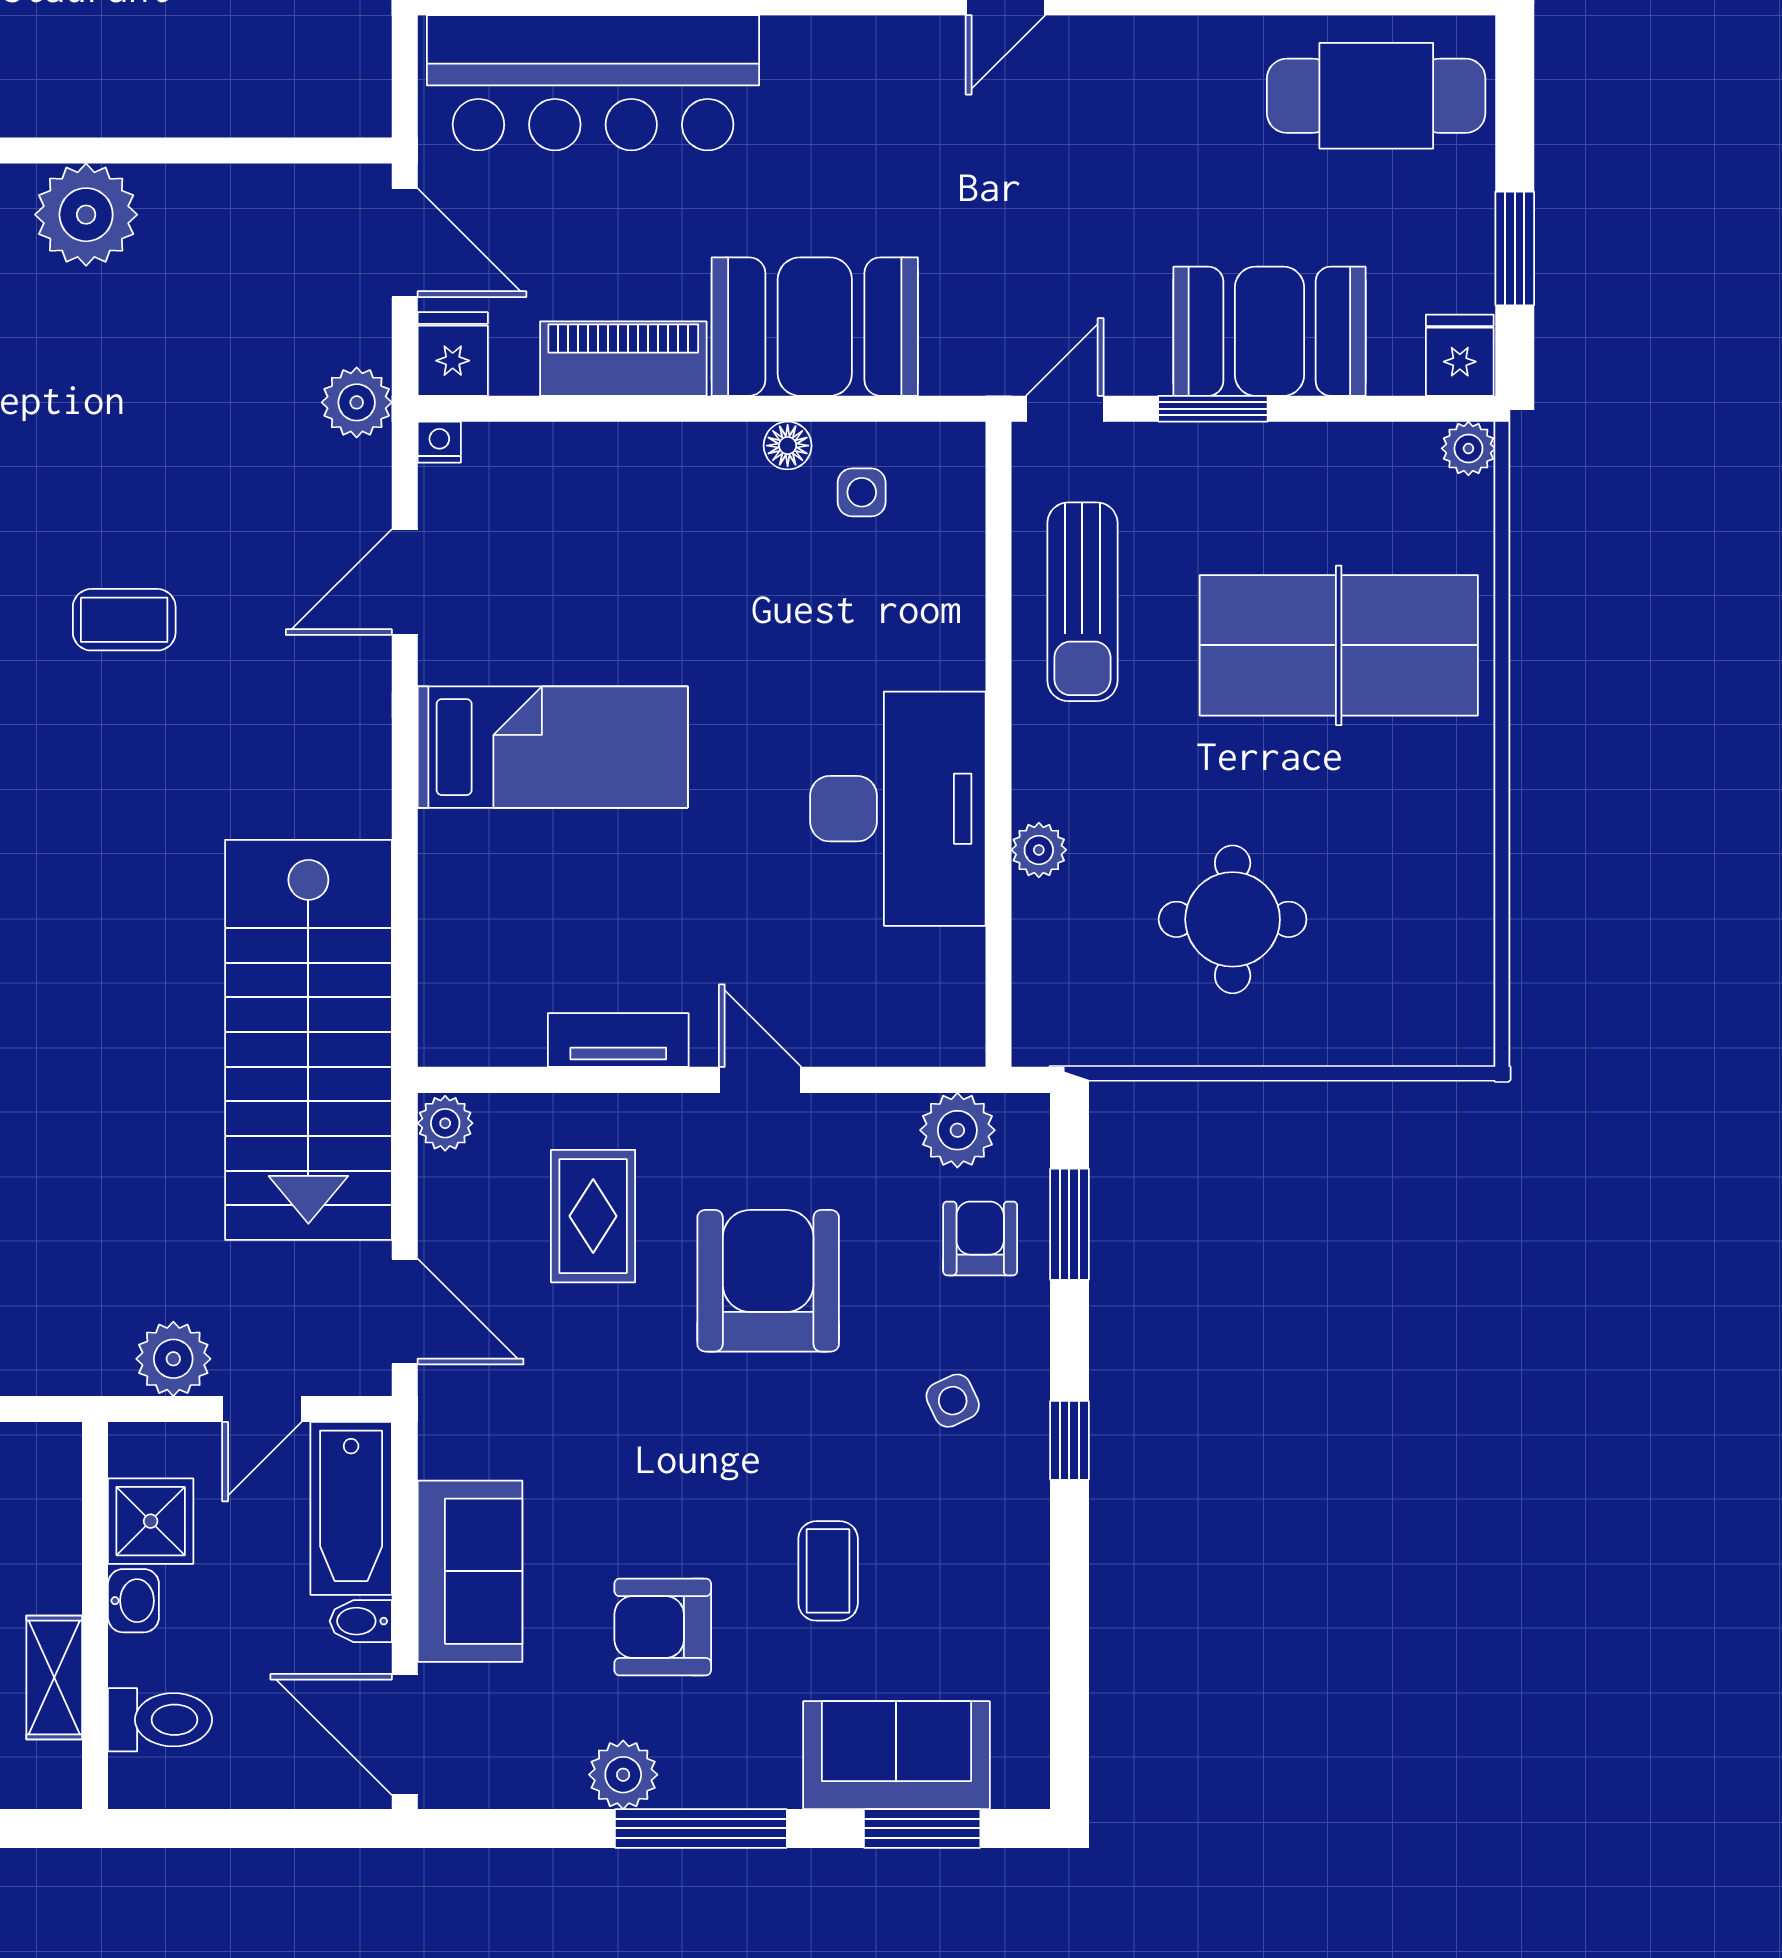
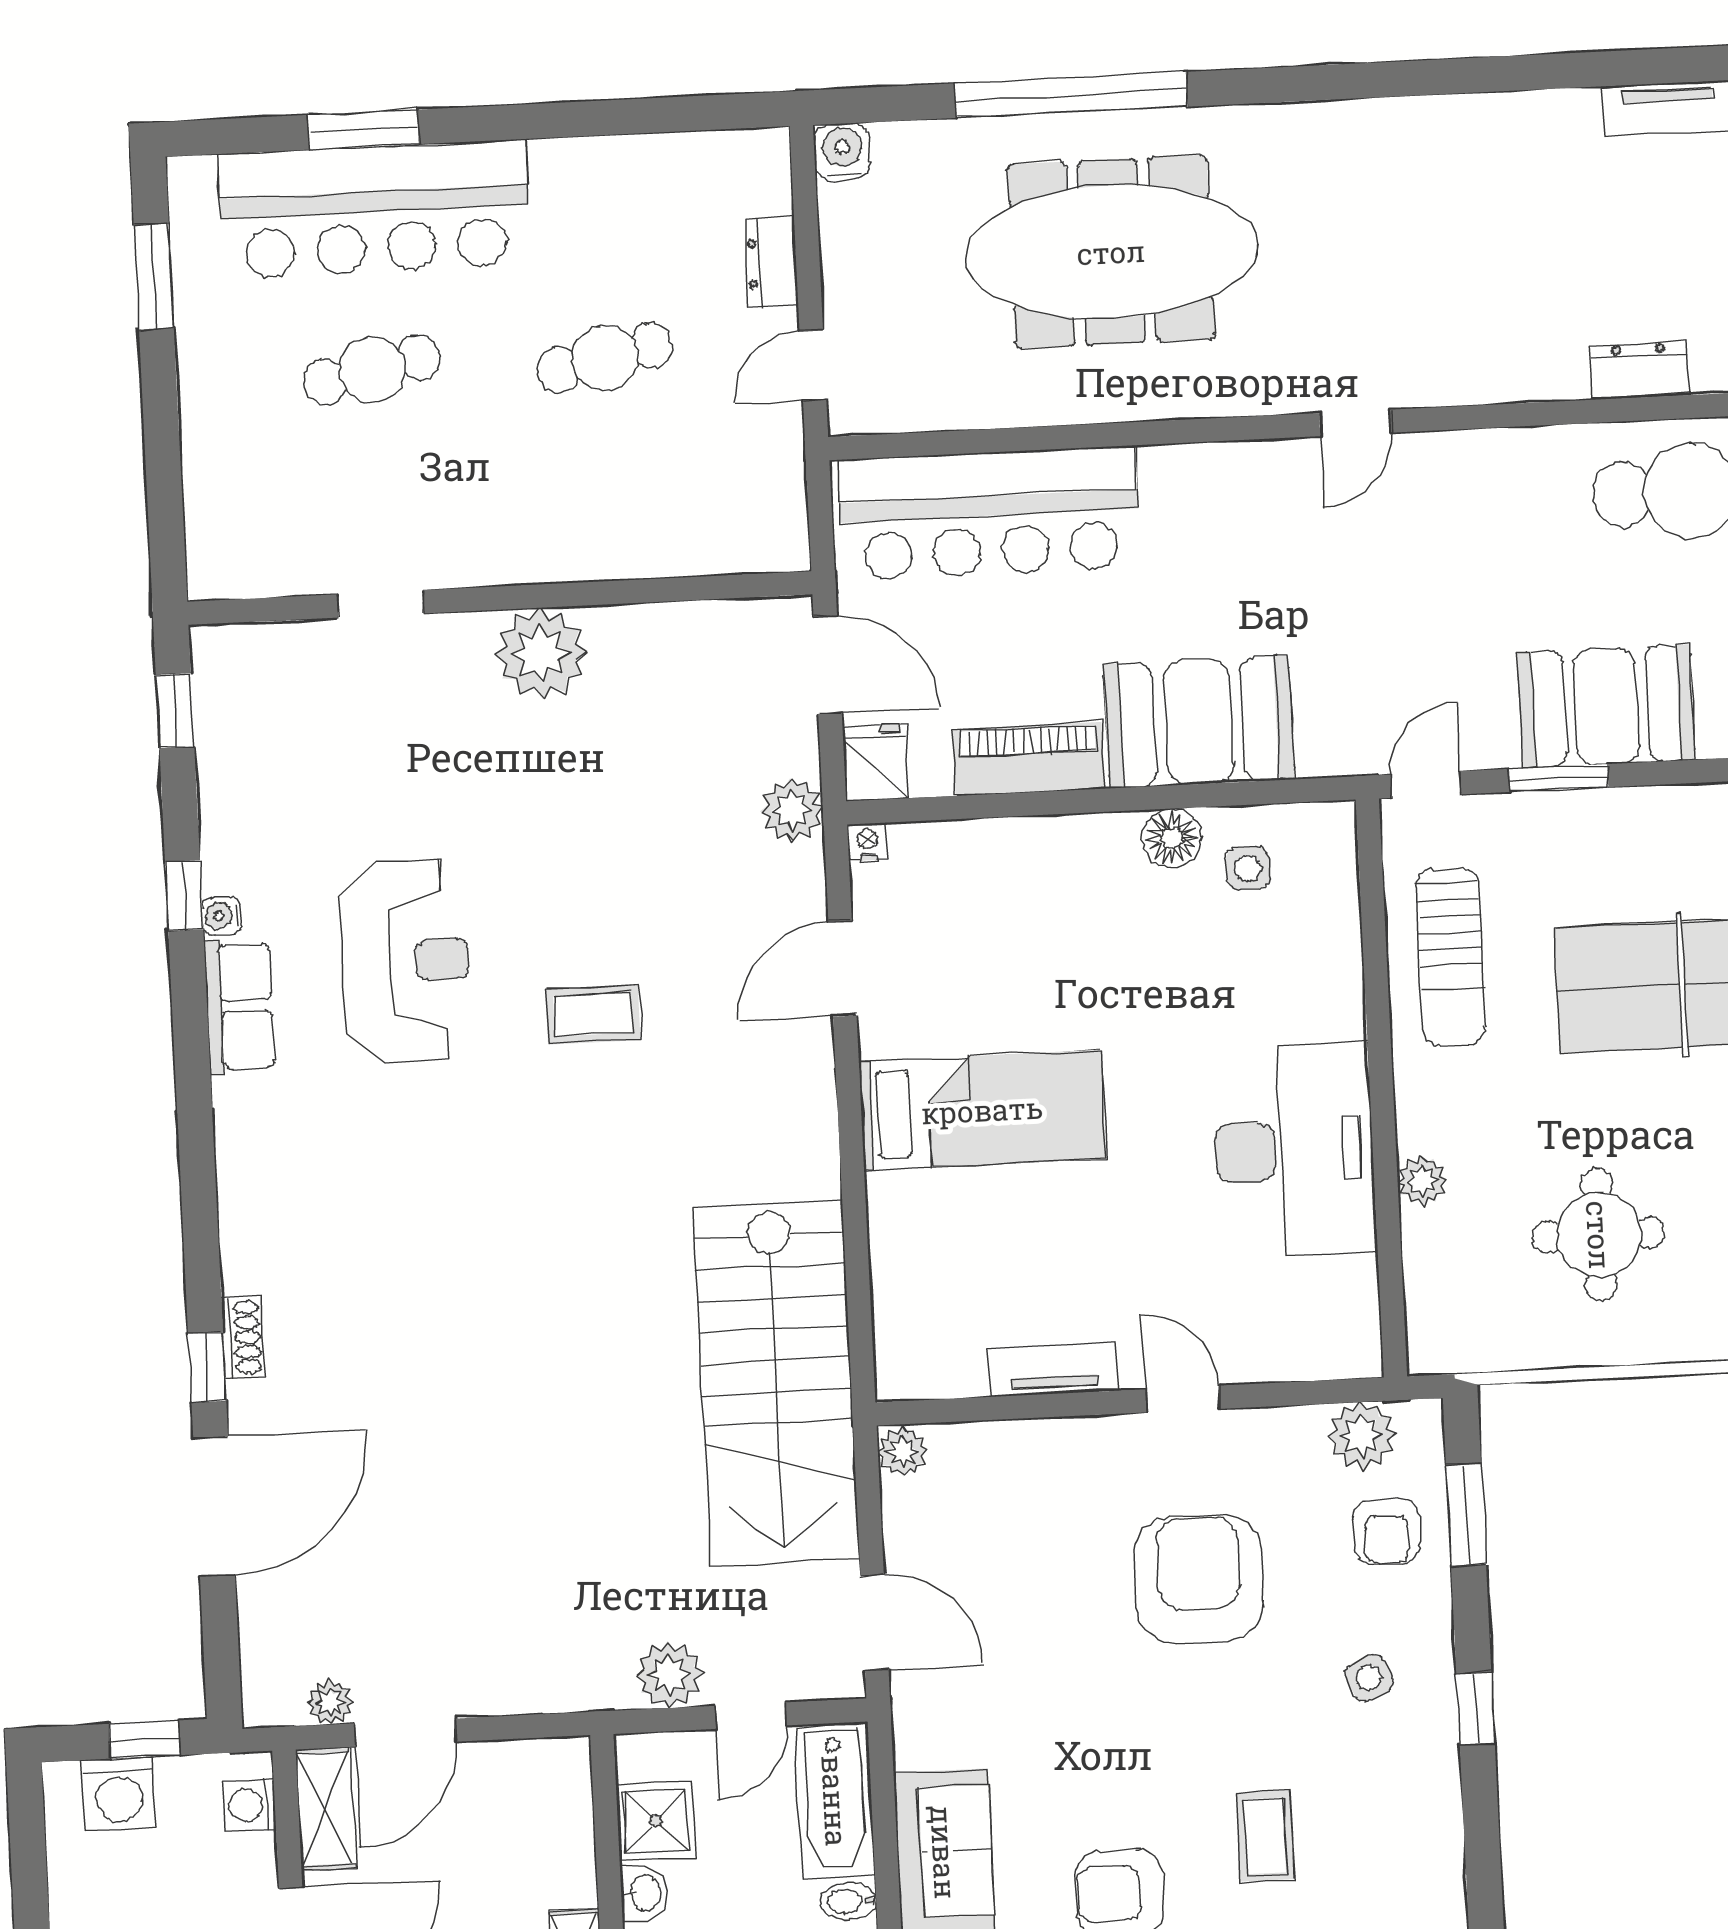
floor lamp: (788, 446) -> (1172, 838), width x1.37, depth x1.37
rug: (593, 1216) -> (1039, 1528), removed
armchair: (980, 1238) -> (1387, 1531), turned 180

